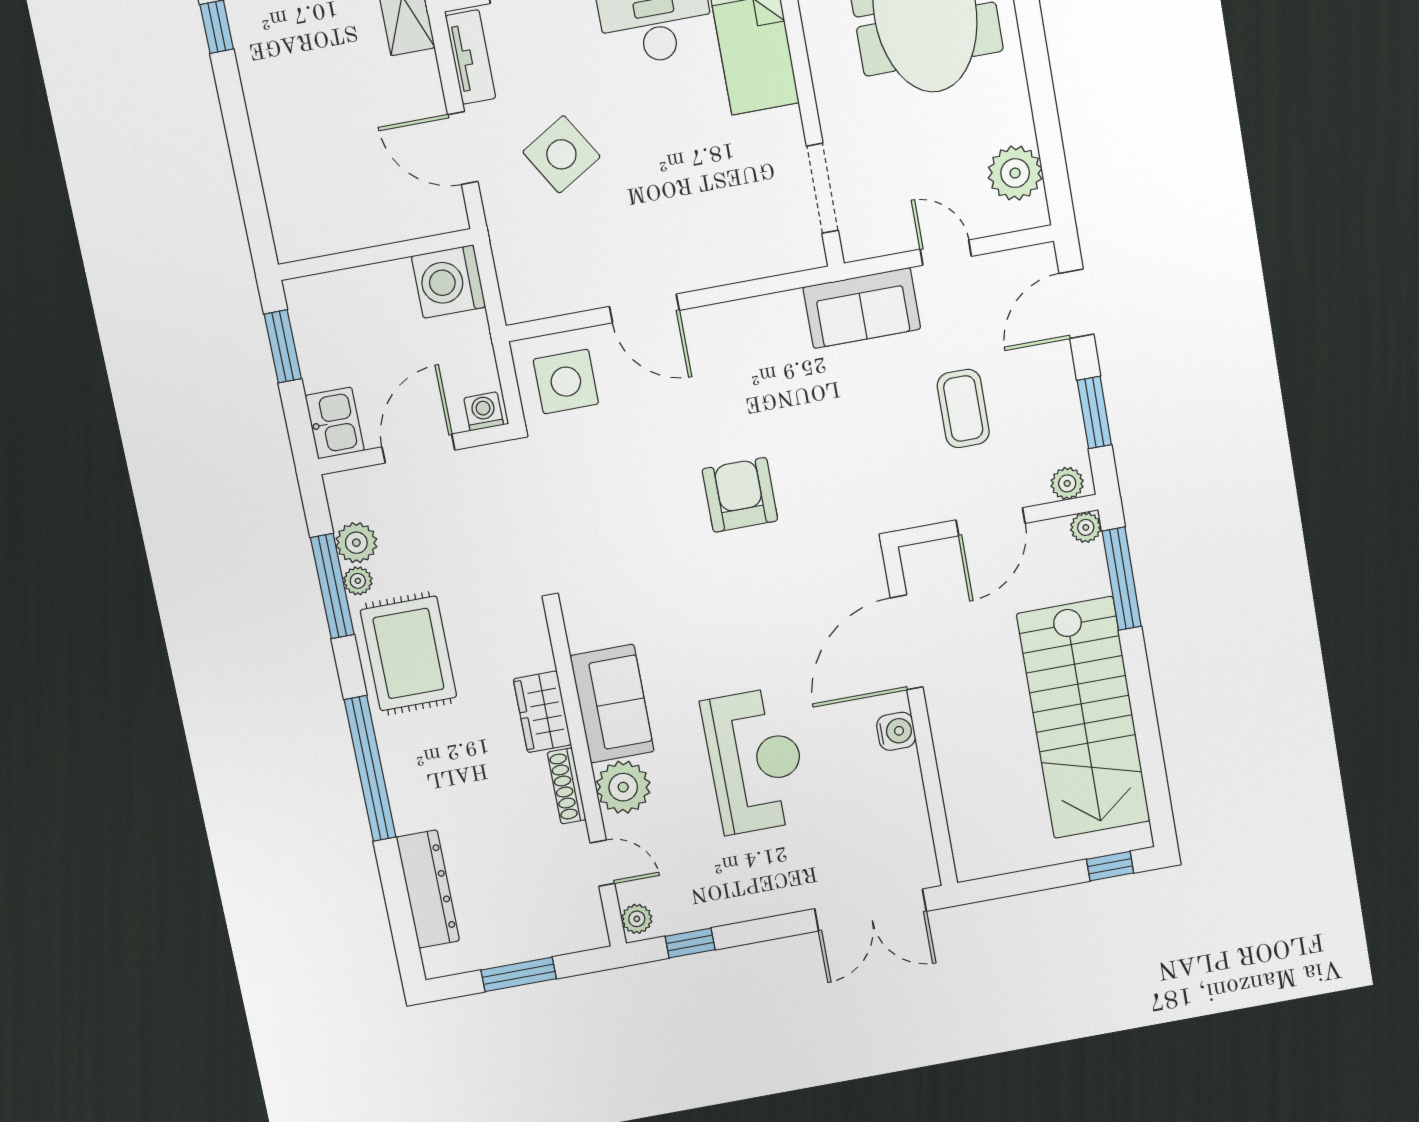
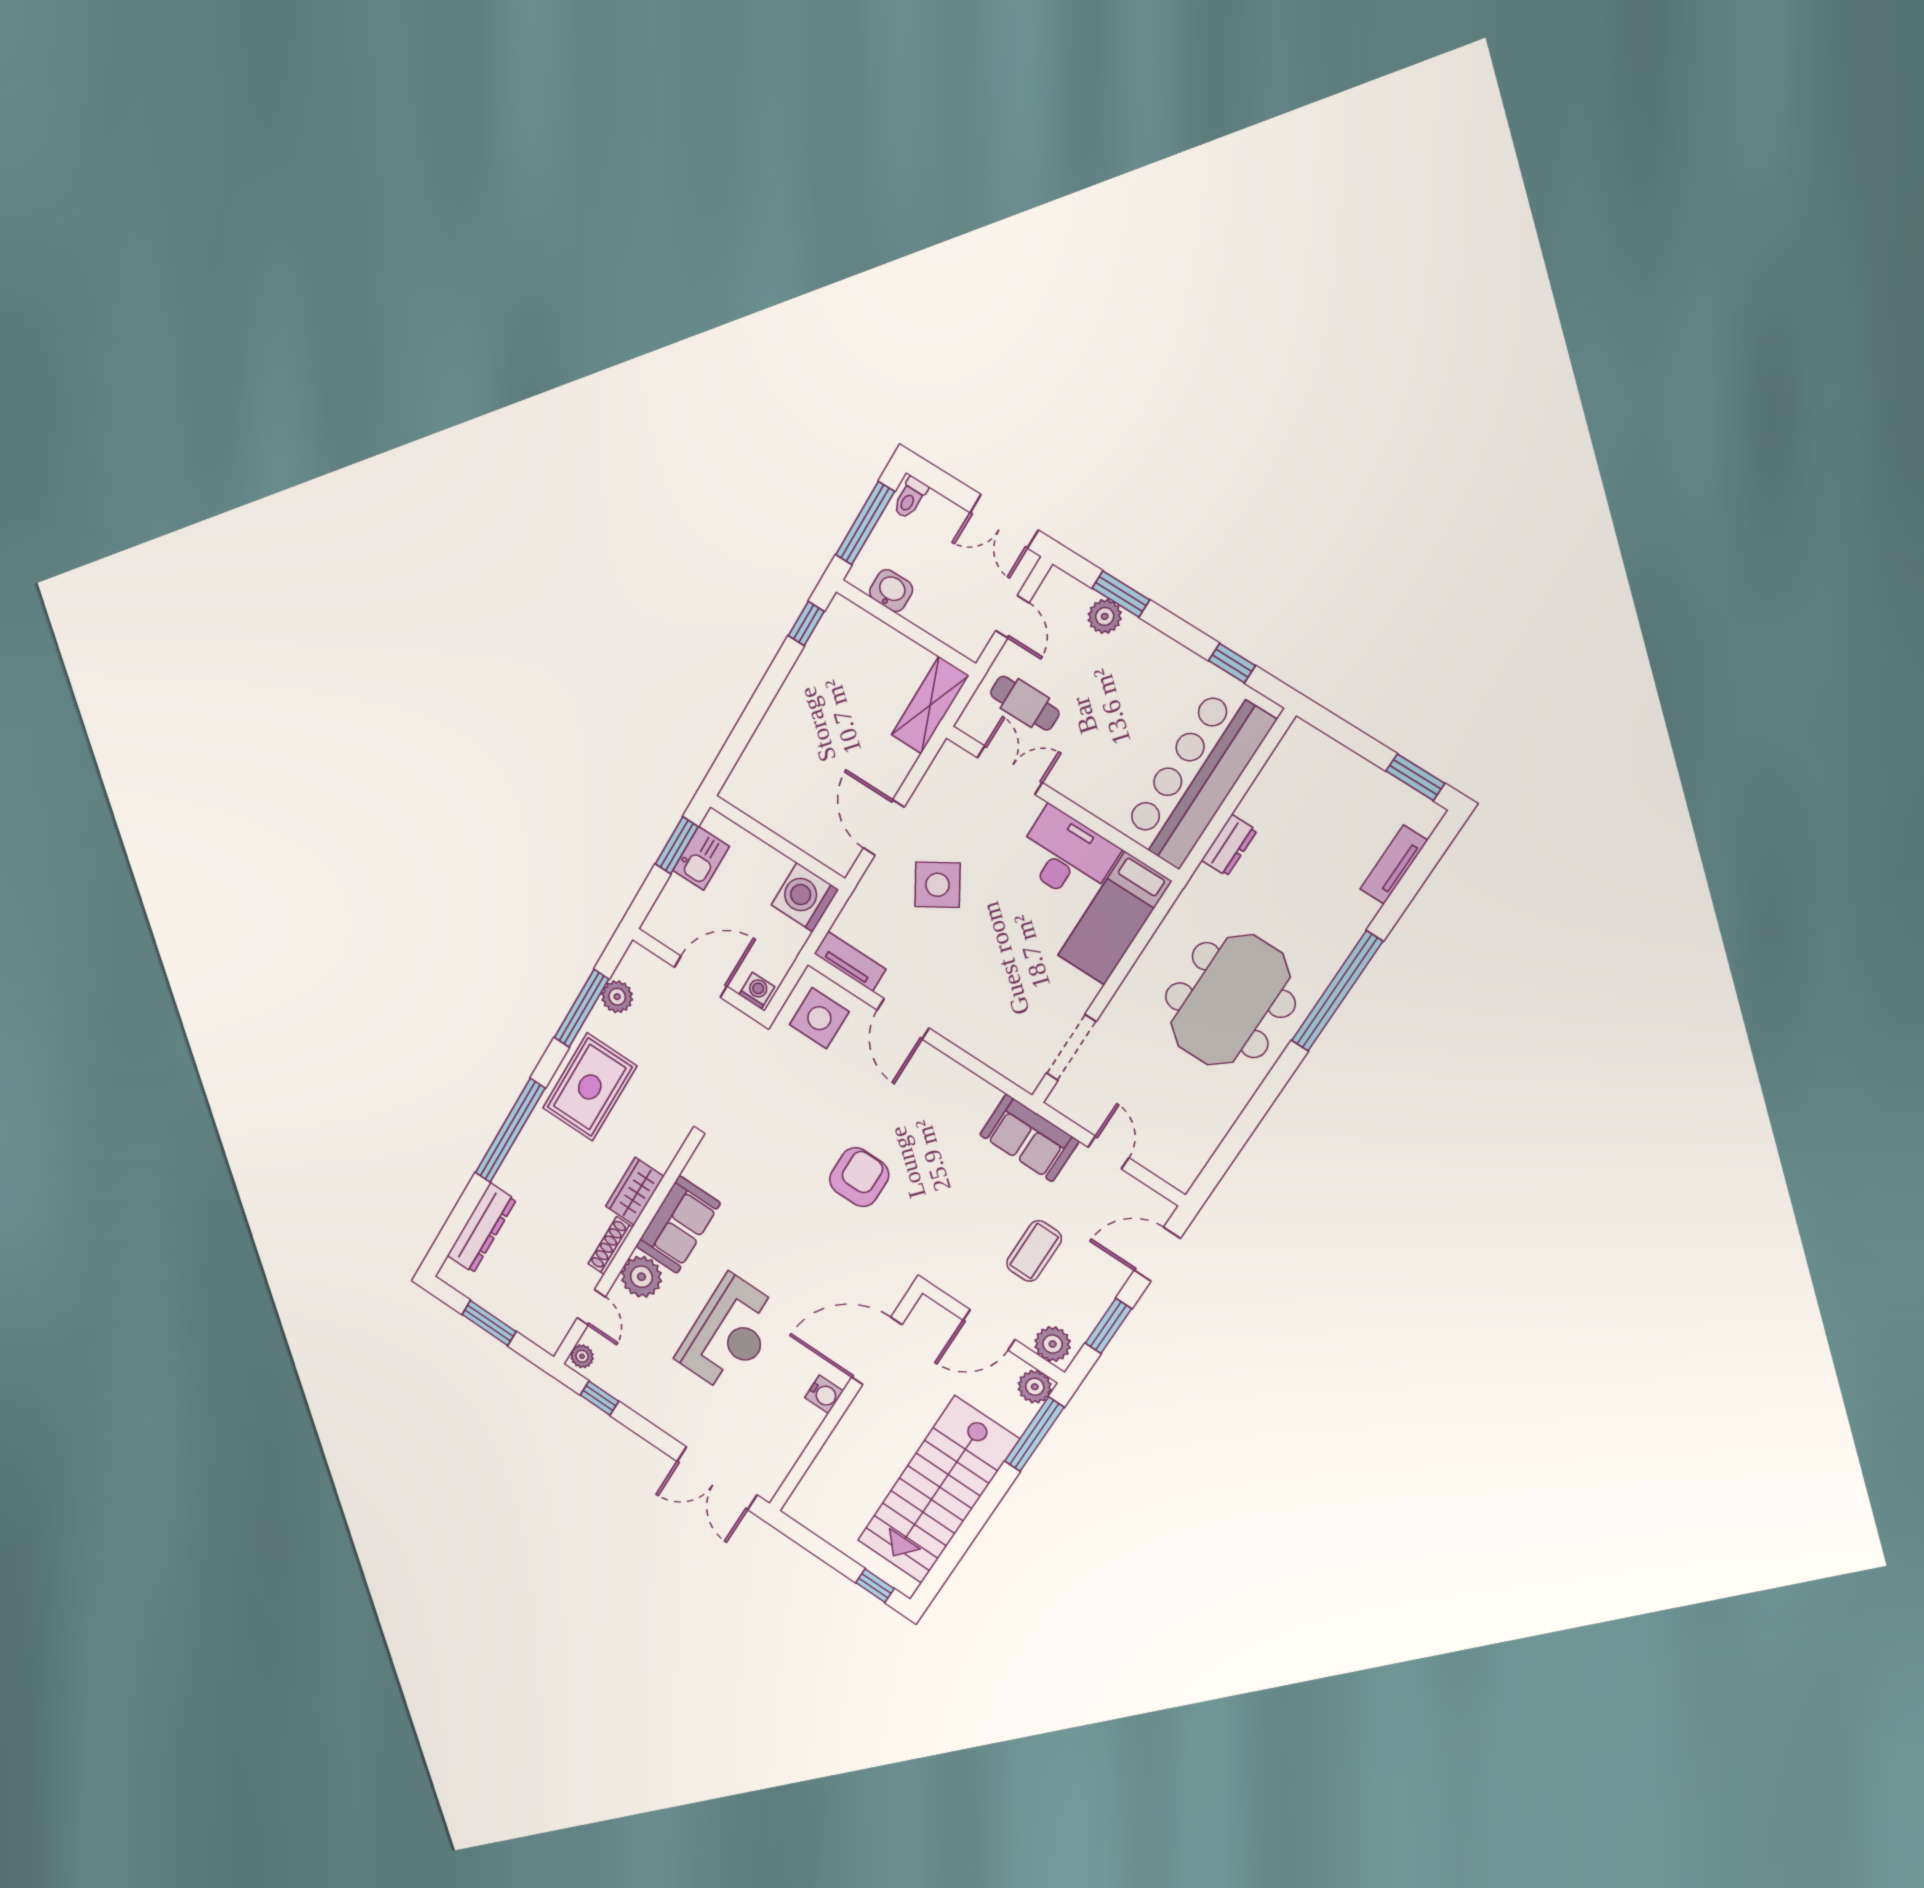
tv unit: (471, 57) -> (850, 961), moved, turned -90
plant: (1015, 173) -> (1193, 1145), removed
kitchen sink: (335, 423) -> (701, 858), moved
plant: (1067, 483) -> (1053, 1344), width x1.38, depth x1.38
plant: (1086, 527) -> (1035, 1387), width x1.38, depth x1.38
plant: (358, 581) -> (598, 1019), removed

